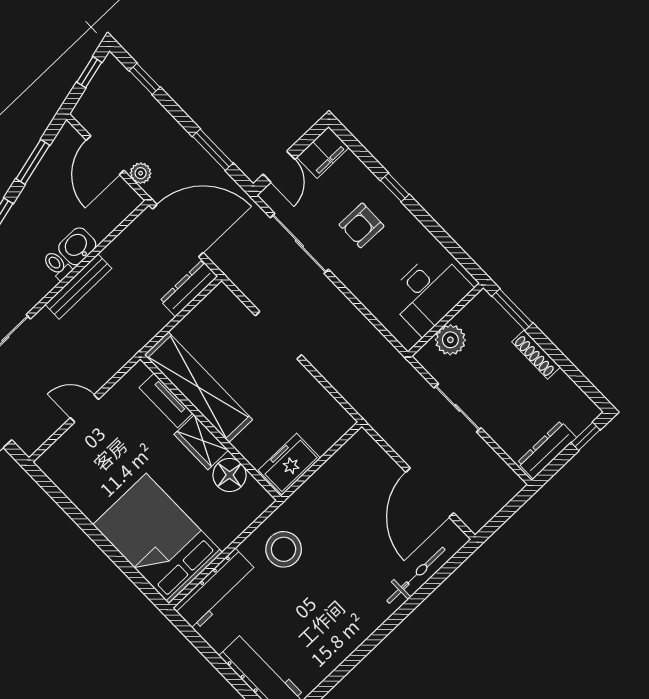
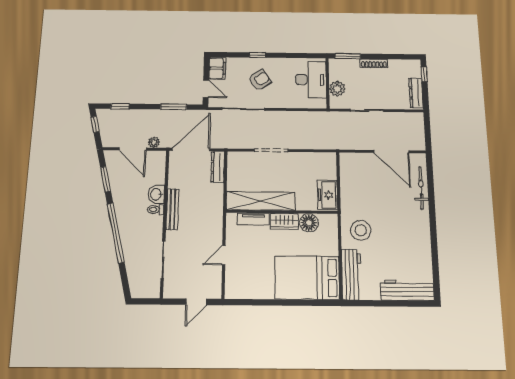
armchair: (362, 225) -> (260, 80), turned -125

